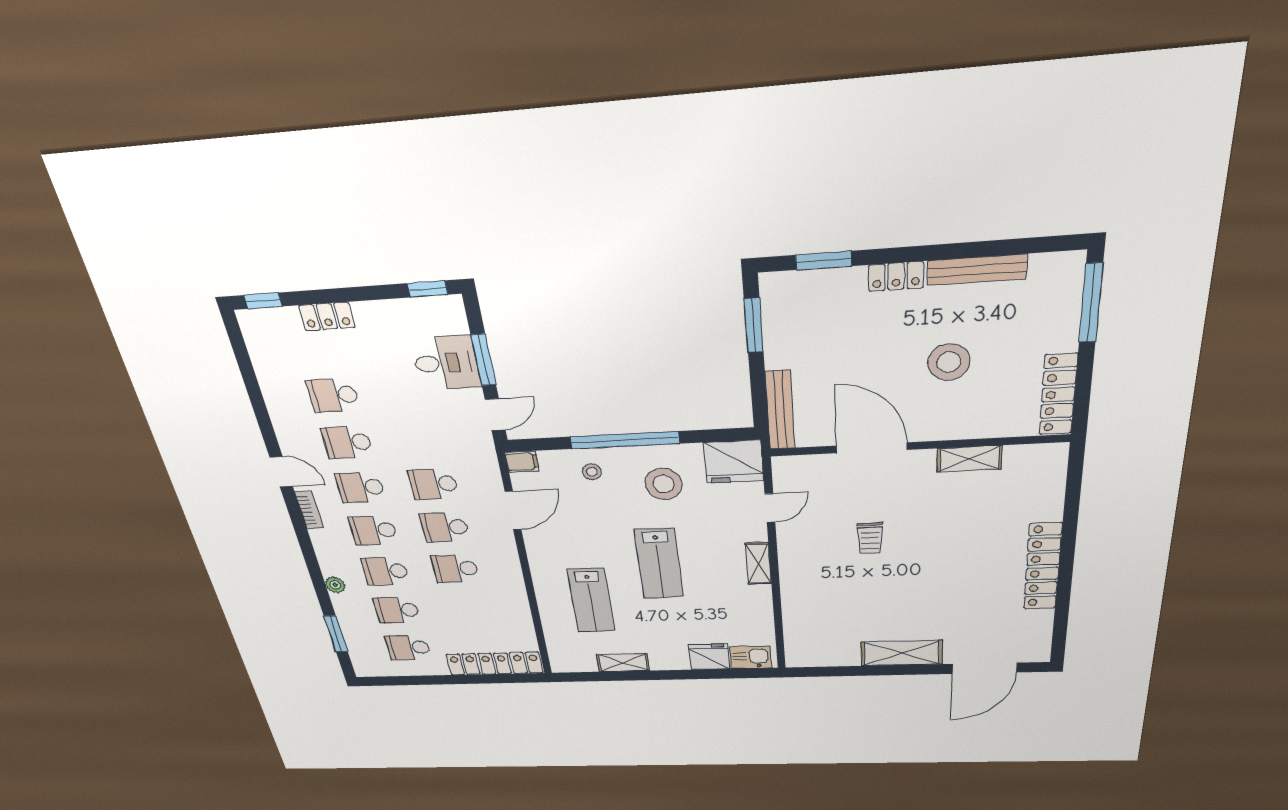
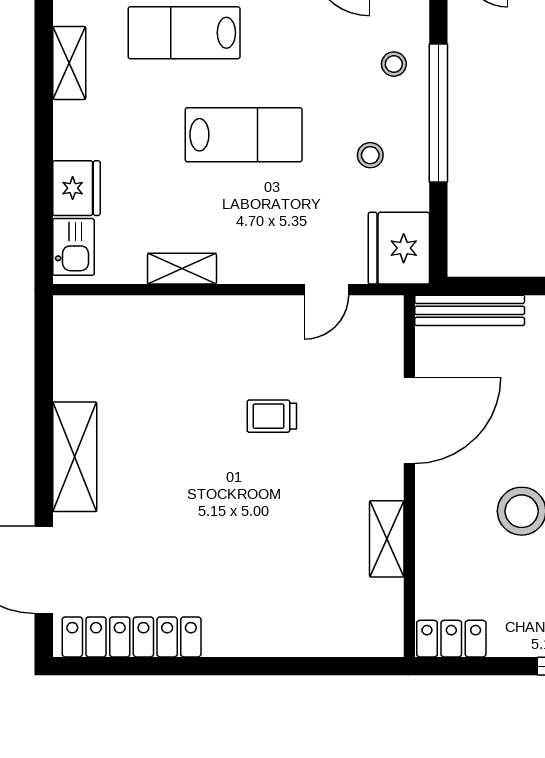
locker: (1058, 394) -> (451, 639), width x0.66
stool: (664, 484) -> (370, 155), width x0.53, depth x0.53
door: (770, 508) -> (326, 290), hinge flipped
lab bench: (659, 563) -> (244, 135), turned 180
shelving: (758, 564) -> (182, 269), moved
locker: (1043, 566) -> (132, 637), moved

